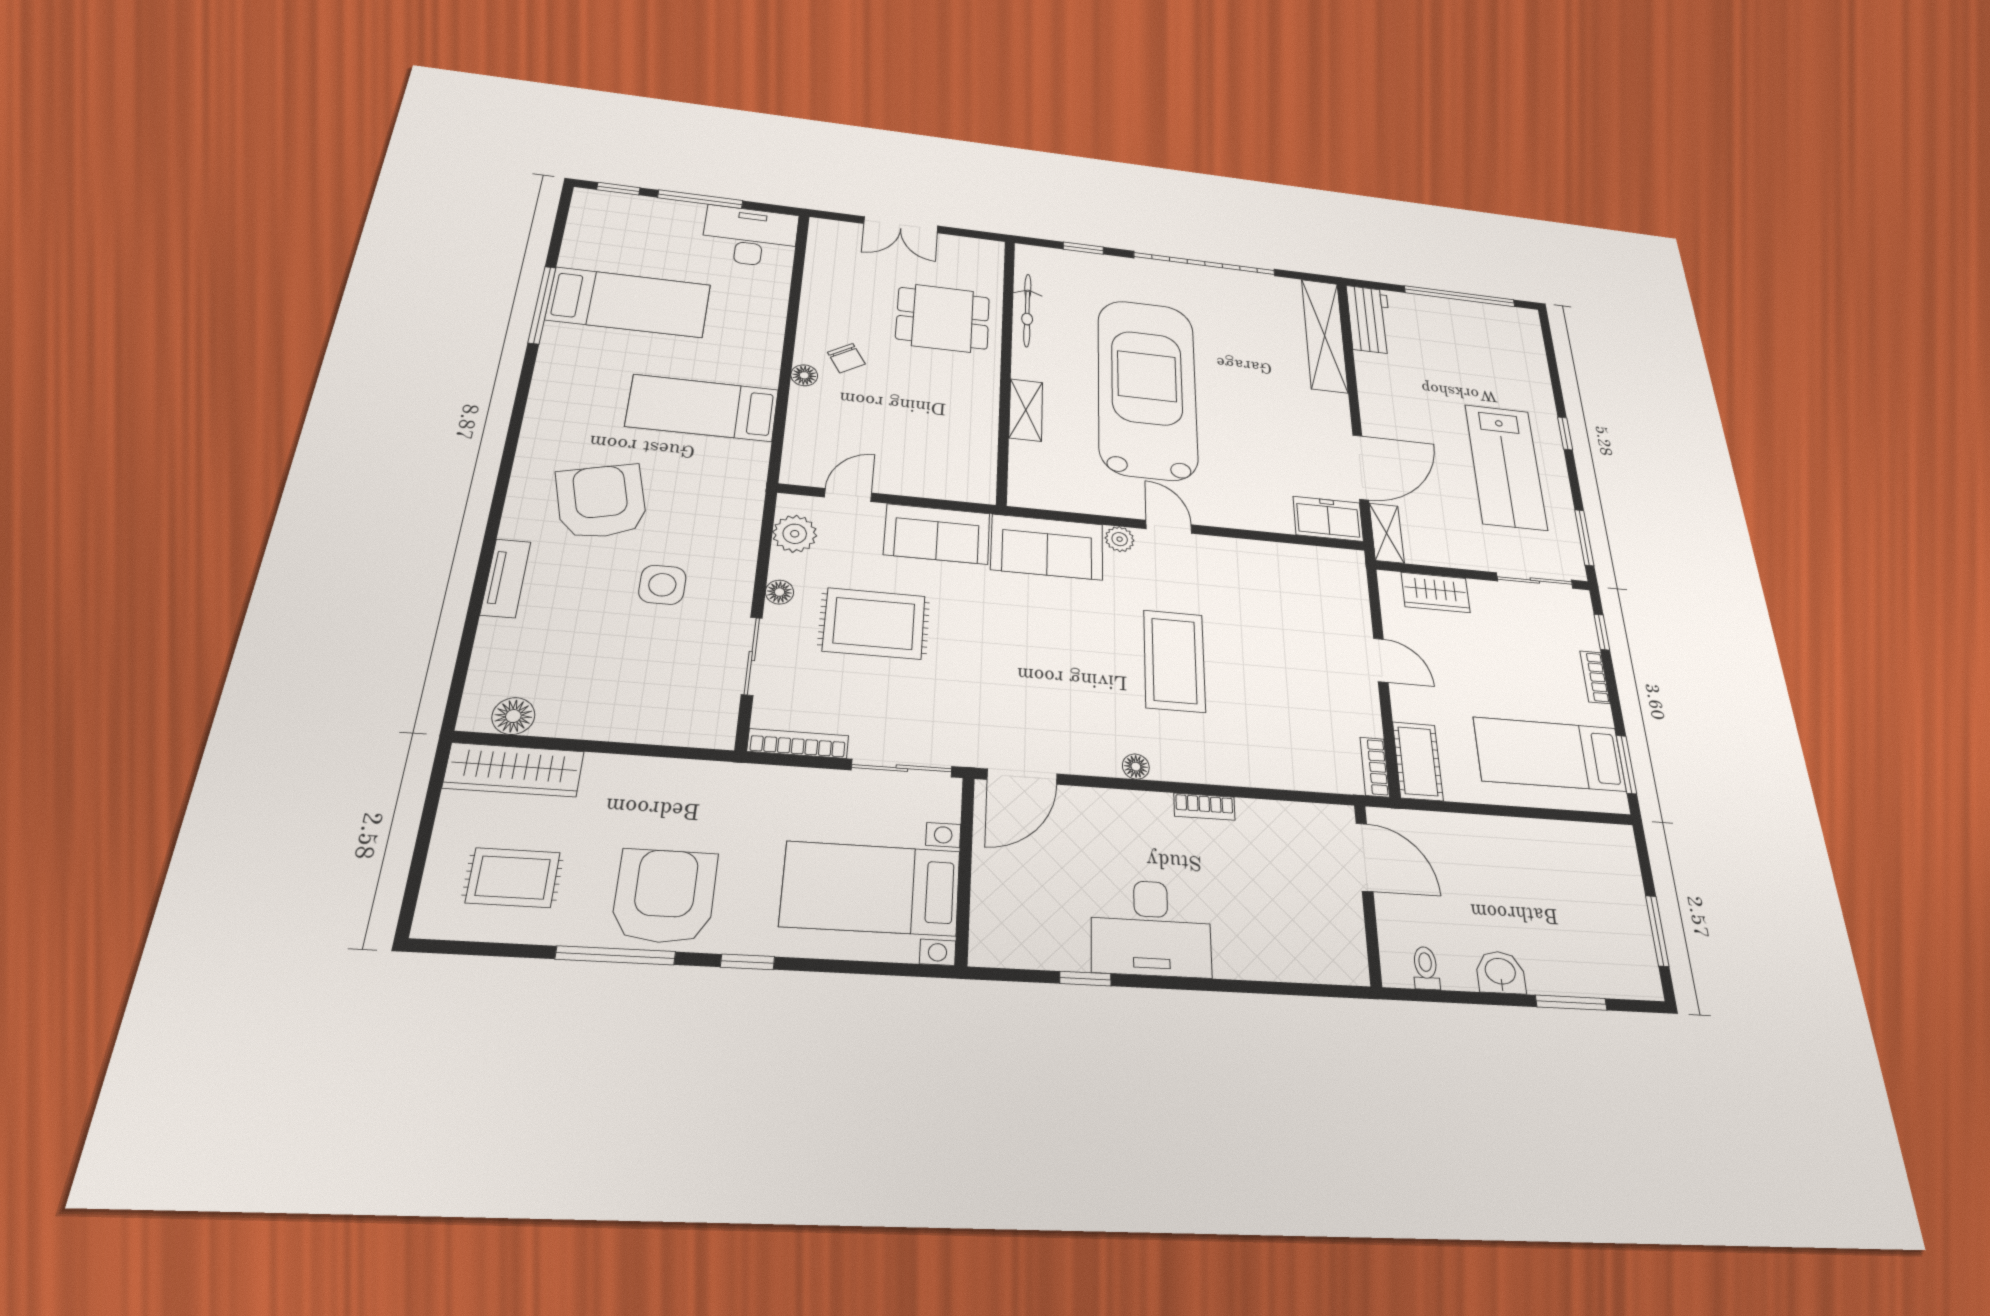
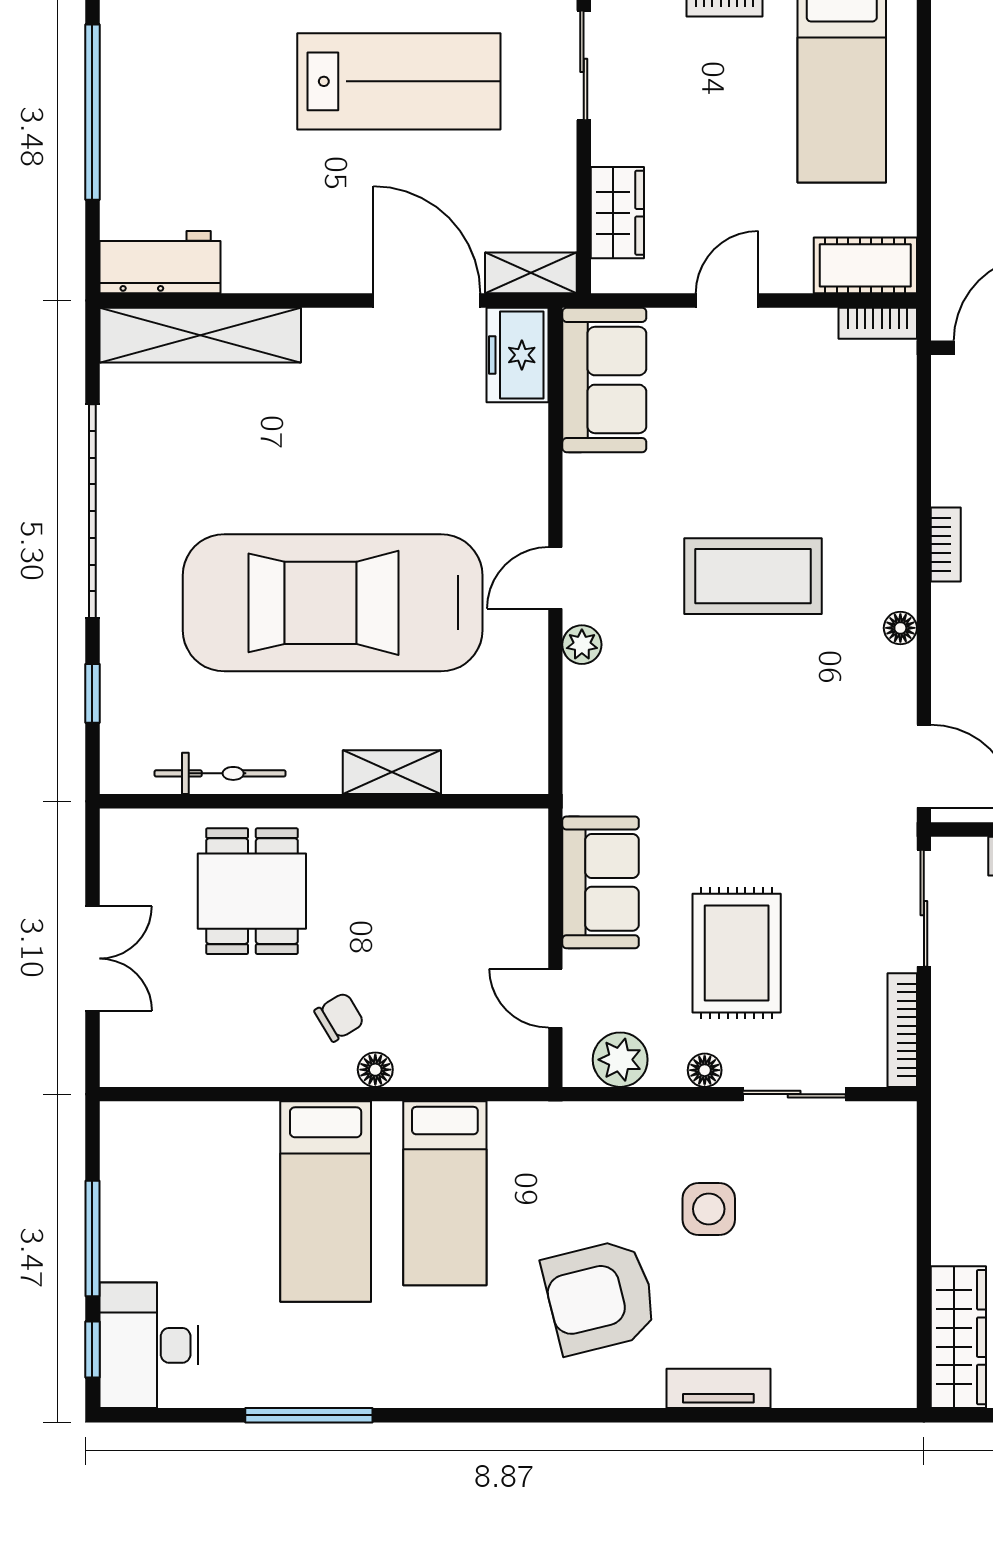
desk: (750, 237) -> (149, 1345), moved
bed: (629, 302) -> (326, 1202), moved, turned 180
sofa: (1047, 547) -> (604, 380), moved
floor lamp: (513, 716) -> (894, 1349), removed

